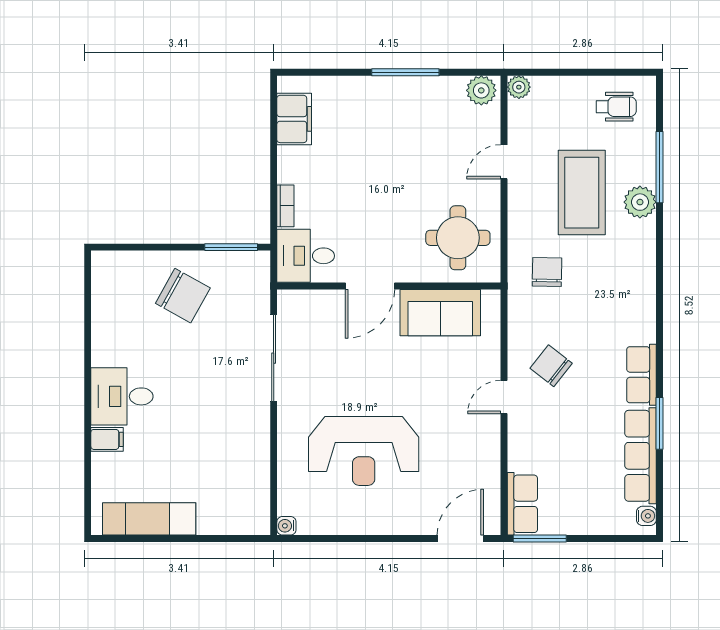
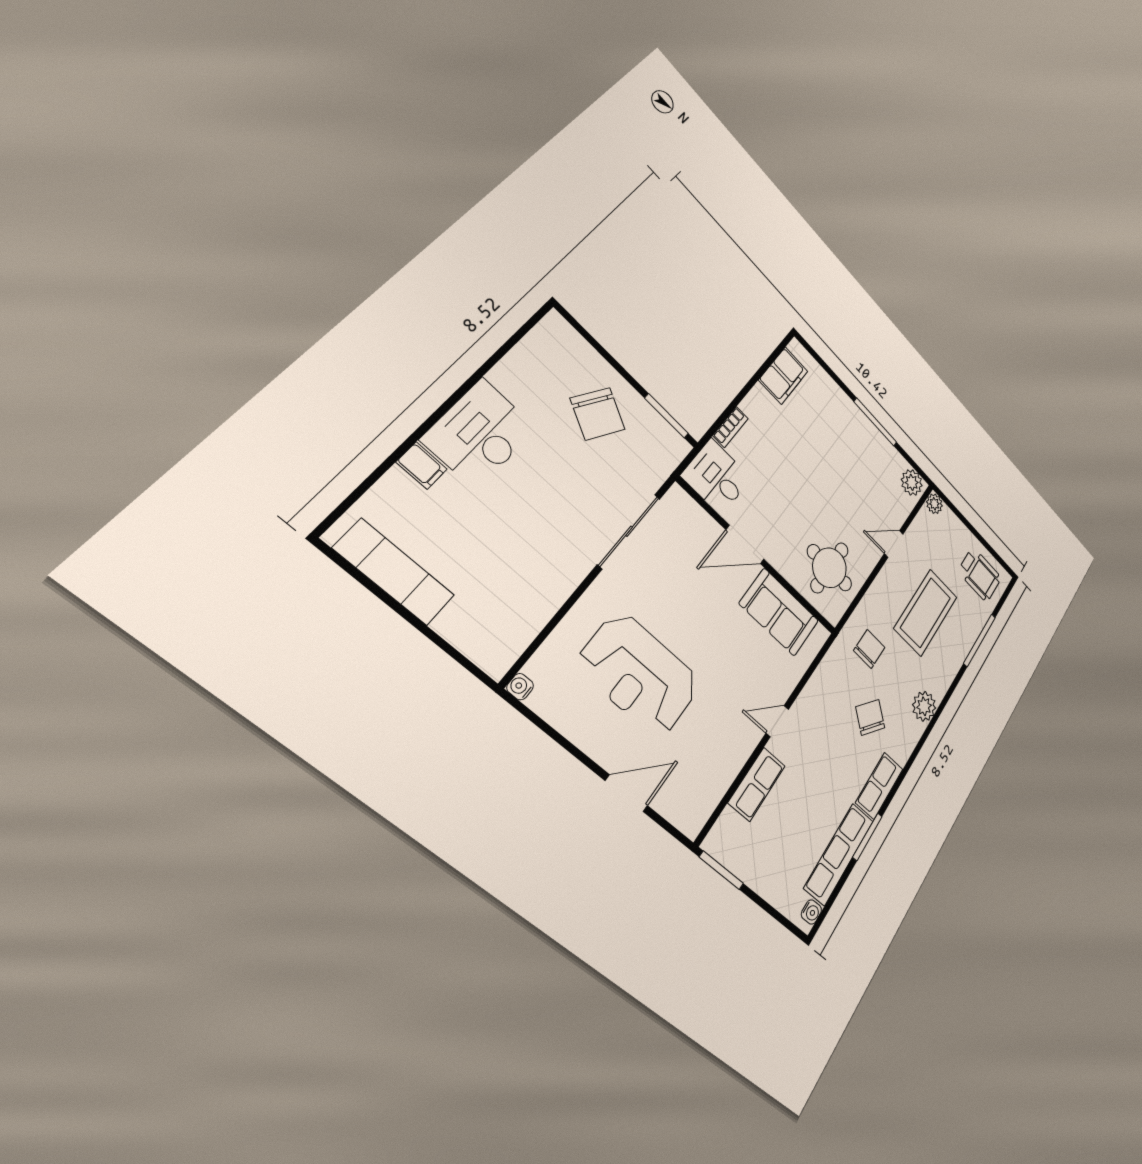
wheelchair: (616, 107) -> (980, 575), width x1.36, depth x1.37
plant: (640, 202) -> (924, 706), moved
chair: (551, 366) -> (870, 717), moved
desk: (122, 396) -> (480, 434), width x1.37
row of seats: (522, 504) -> (757, 784), moved
door: (460, 539) -> (626, 793), moved

